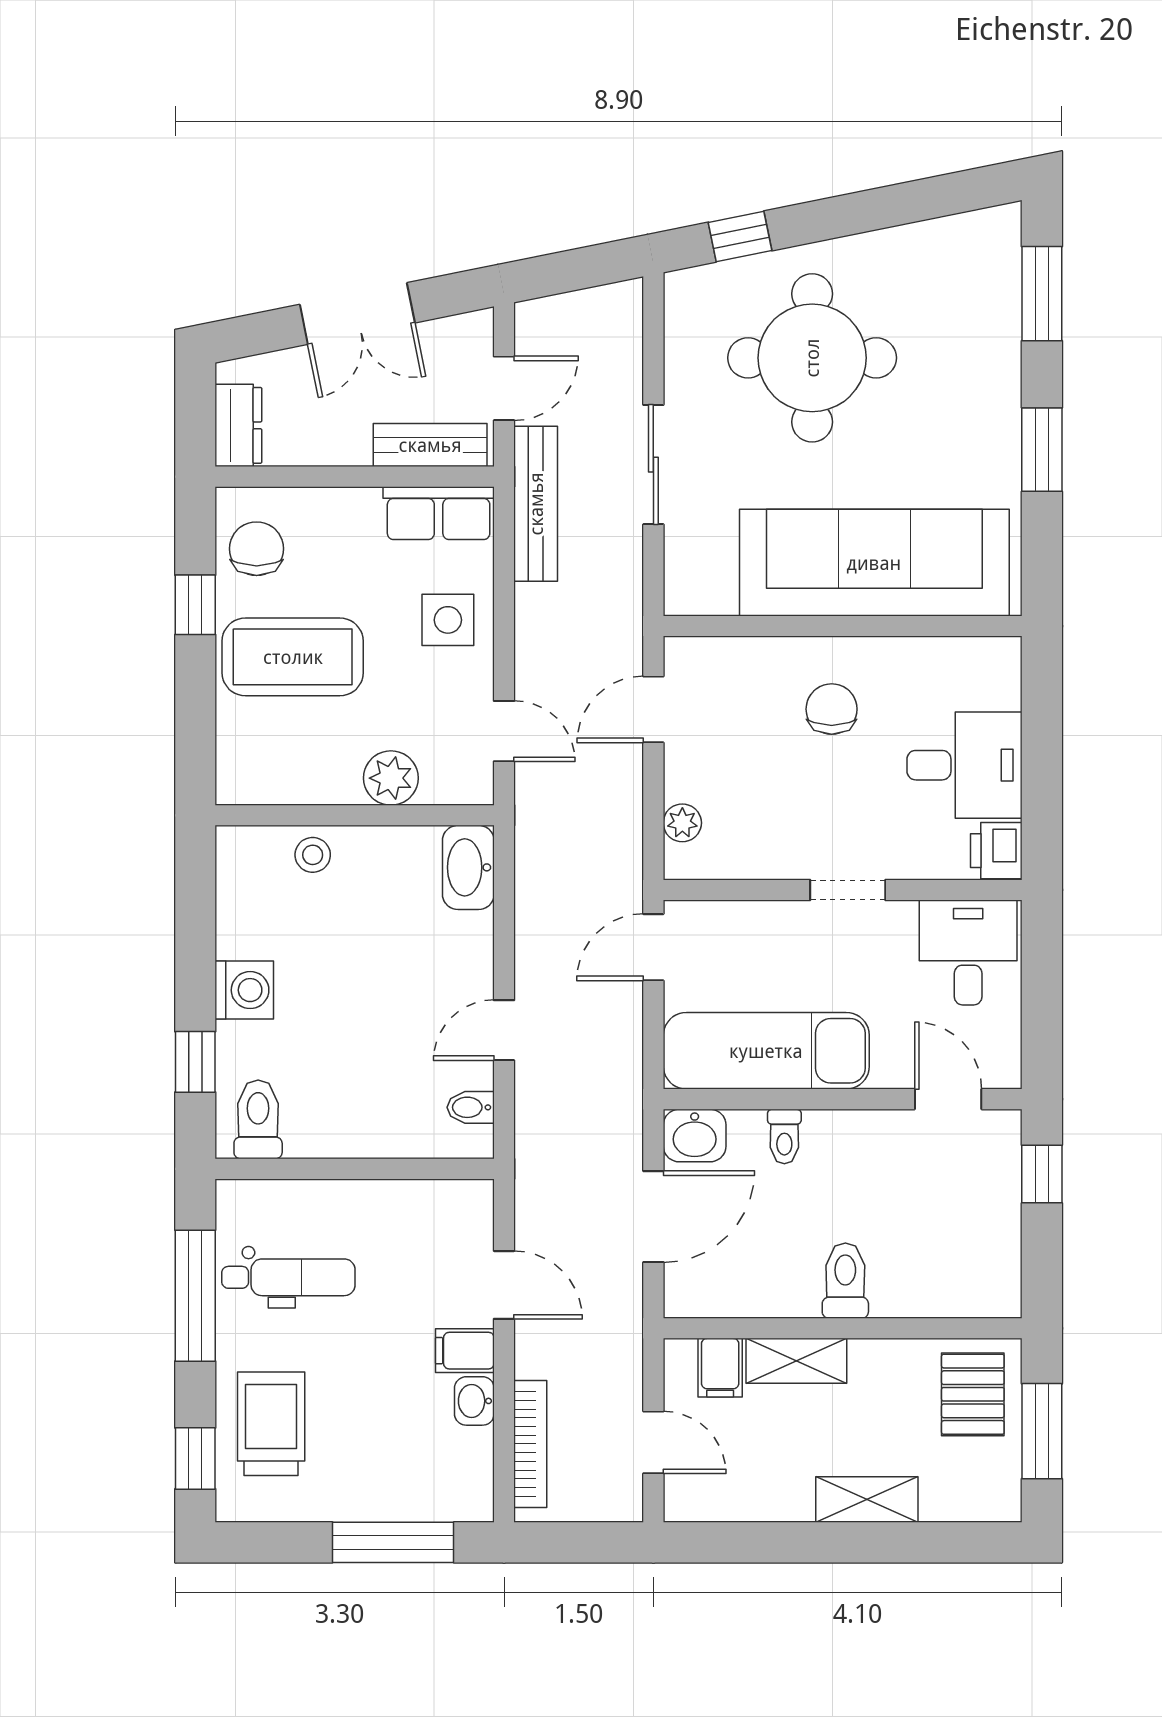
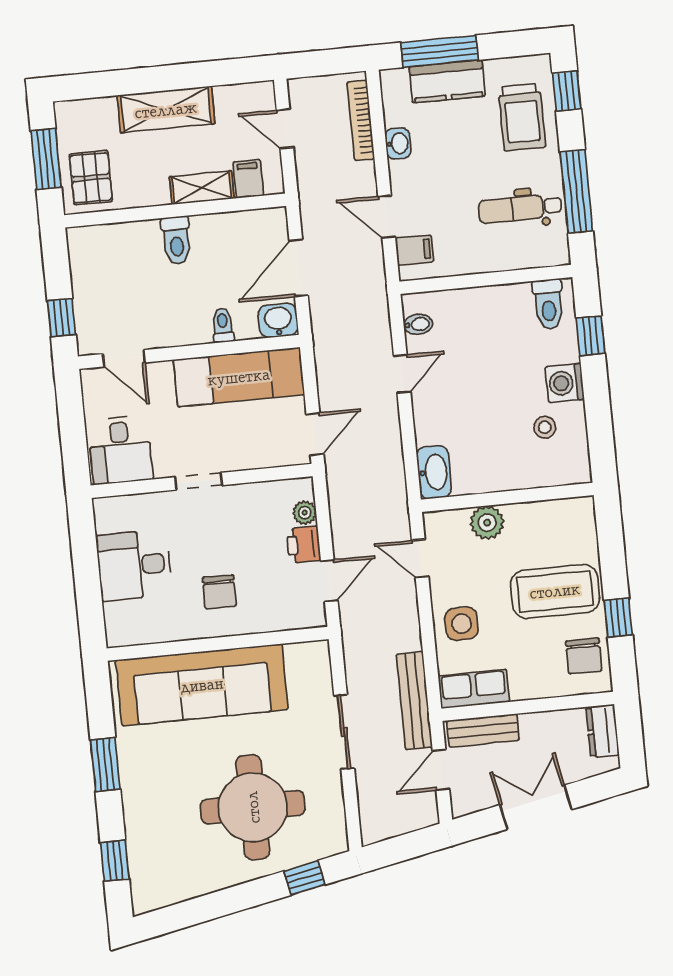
window: (1042, 294) -> (115, 861), width x0.67
printer: (996, 851) -> (304, 545), moved, turned 180
stool: (313, 855) -> (545, 427), moved
filing cabinet: (465, 1351) -> (414, 250), moved
kitchen counter: (385, 1493) -> (447, 81), added
shelving: (867, 1500) -> (166, 110), width x1.50, depth x1.33

